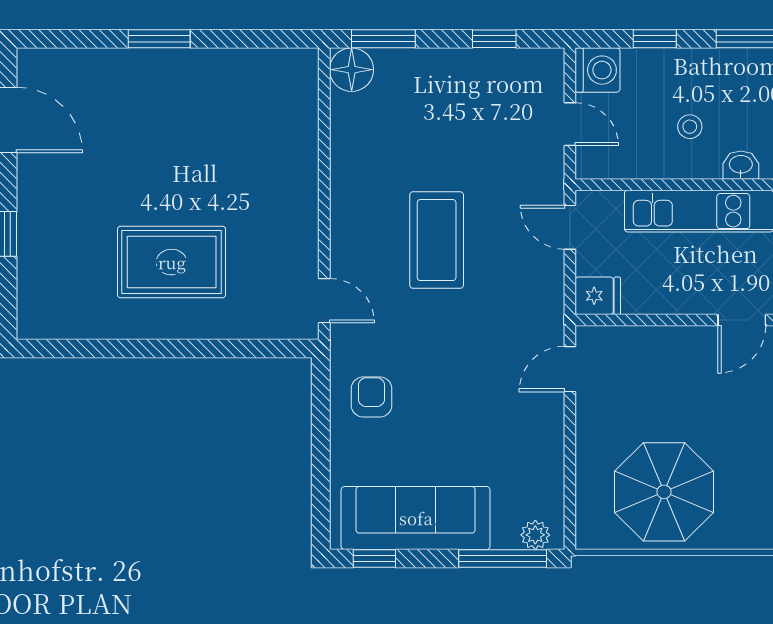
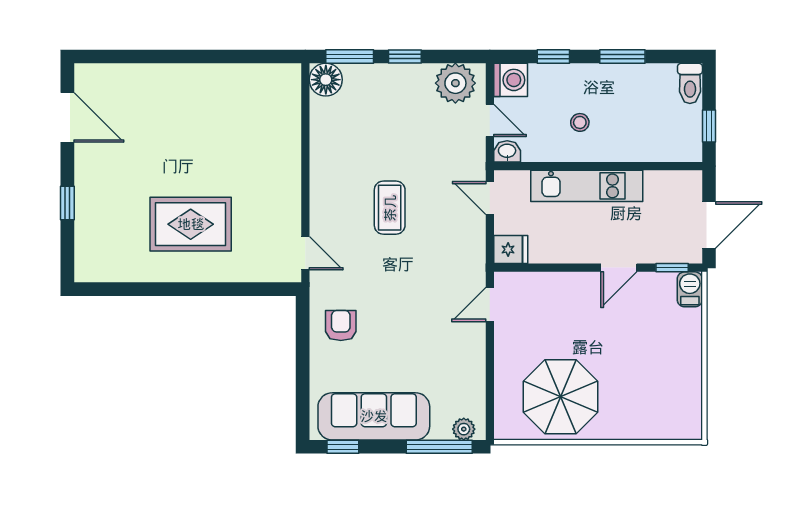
window: (159, 39) -> (181, 57), removed
window: (494, 39) -> (405, 57), moved
plant: (524, 74) -> (455, 83), added
washbasin: (741, 165) -> (507, 151), moved
coffee table: (437, 240) -> (390, 208), width x0.73, depth x0.76

